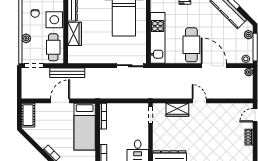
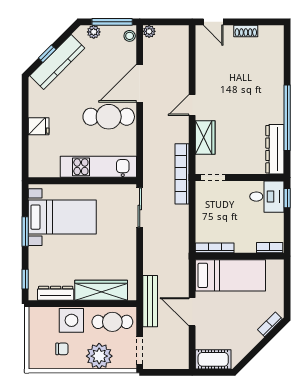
wardrobe: (75, 34) -> (101, 290), width x1.50
plant: (26, 38) -> (99, 356), width x1.88, depth x1.88
bookcase: (153, 94) -> (182, 174), added

